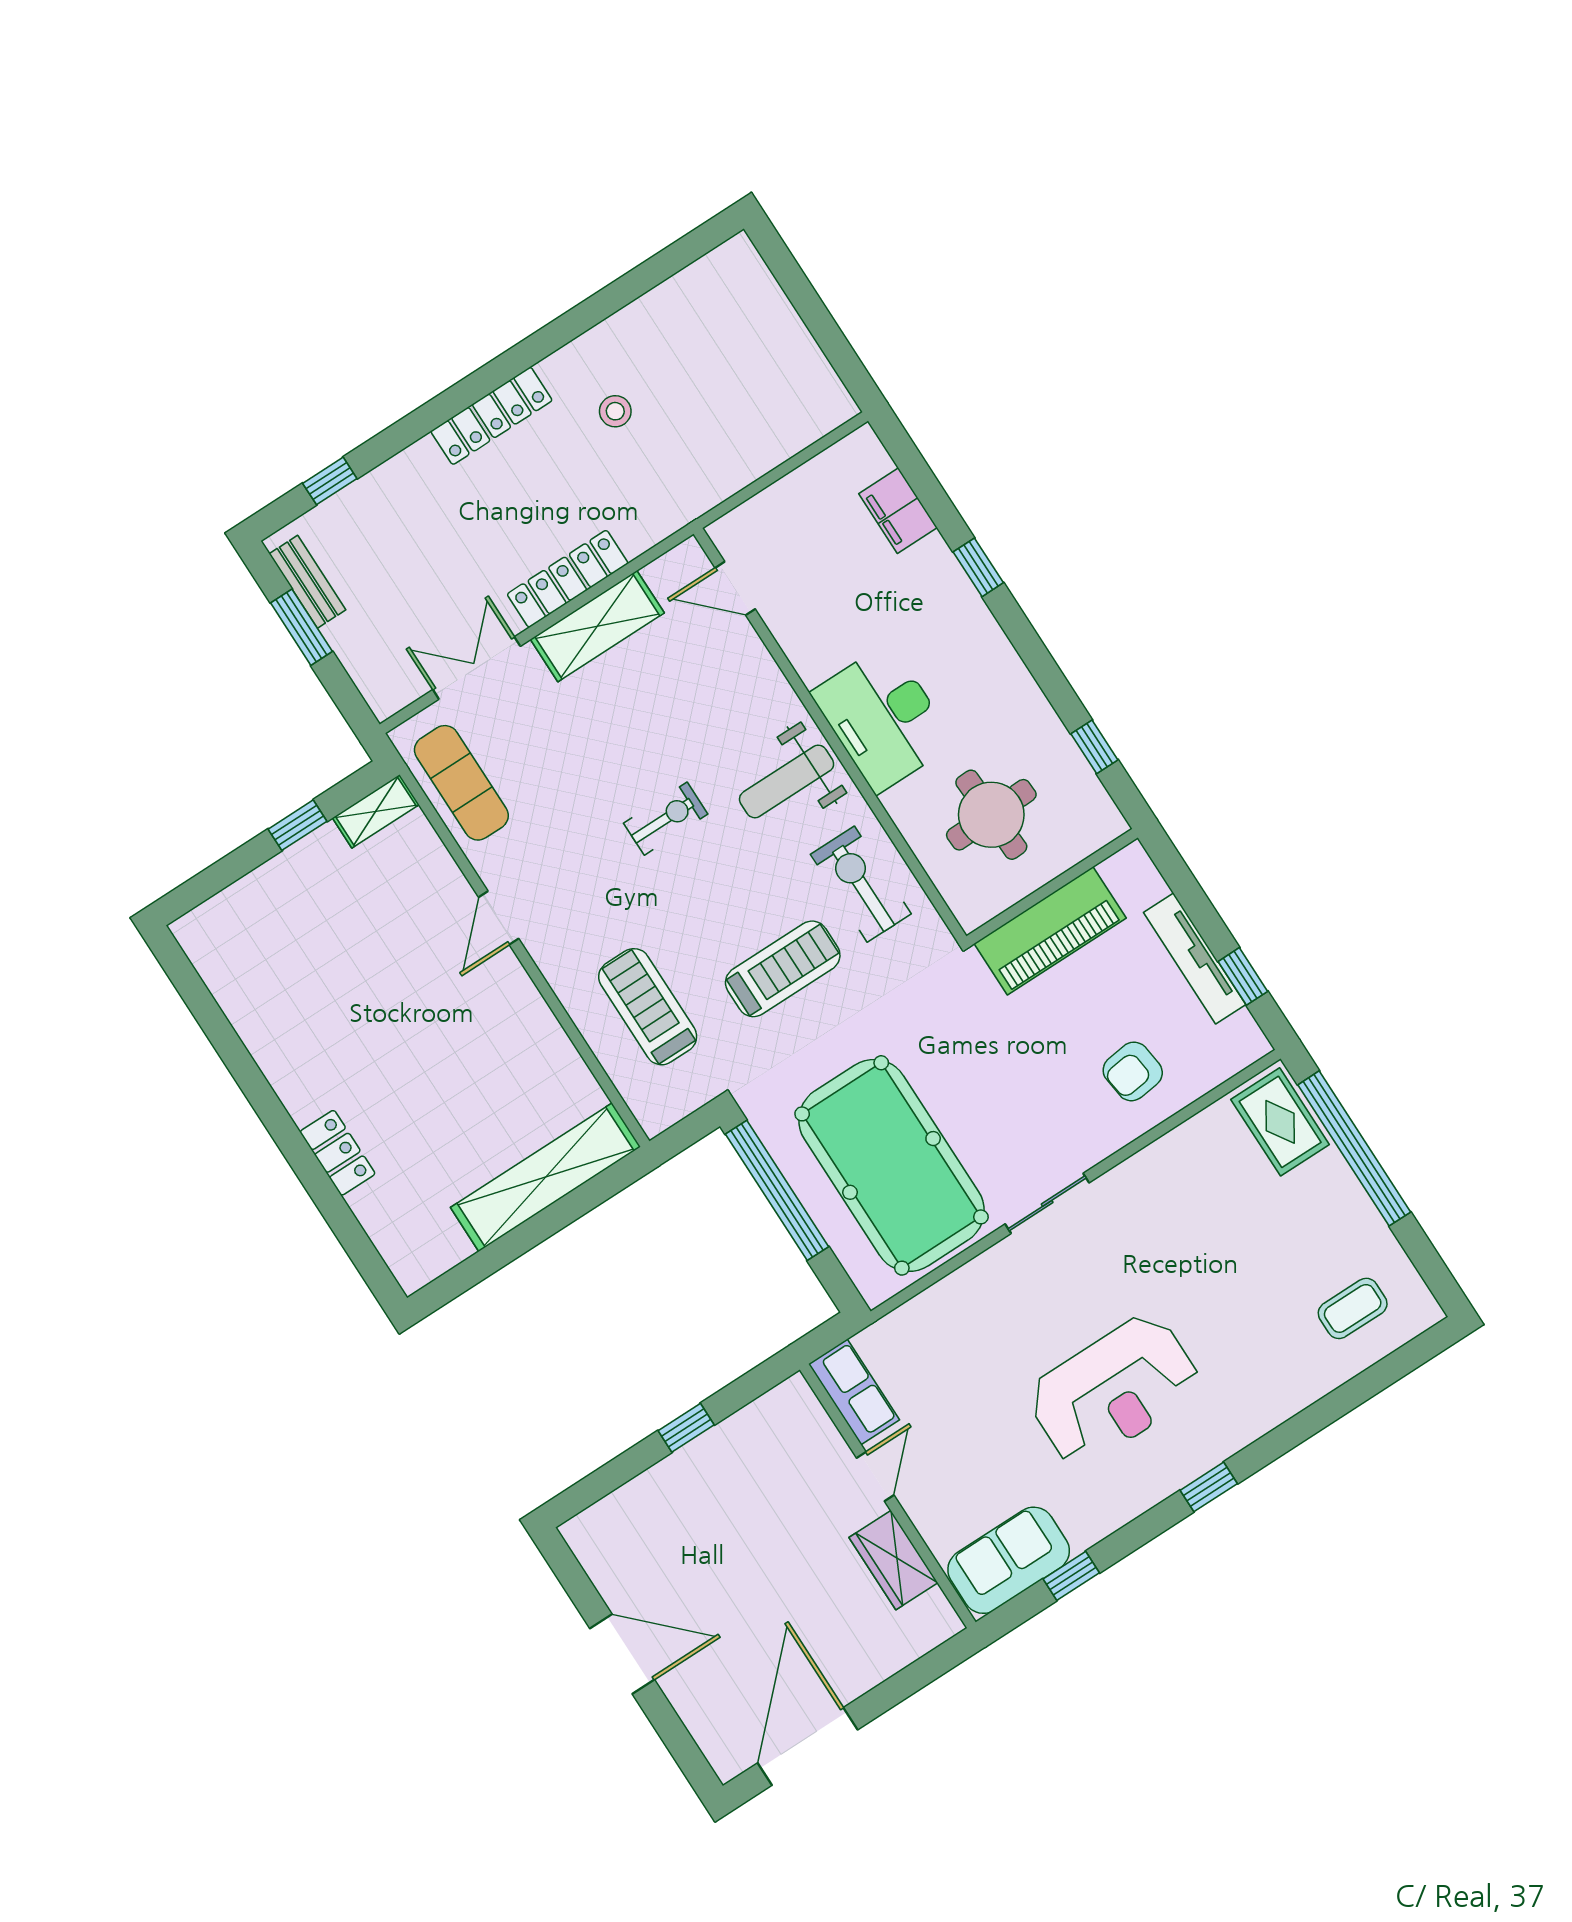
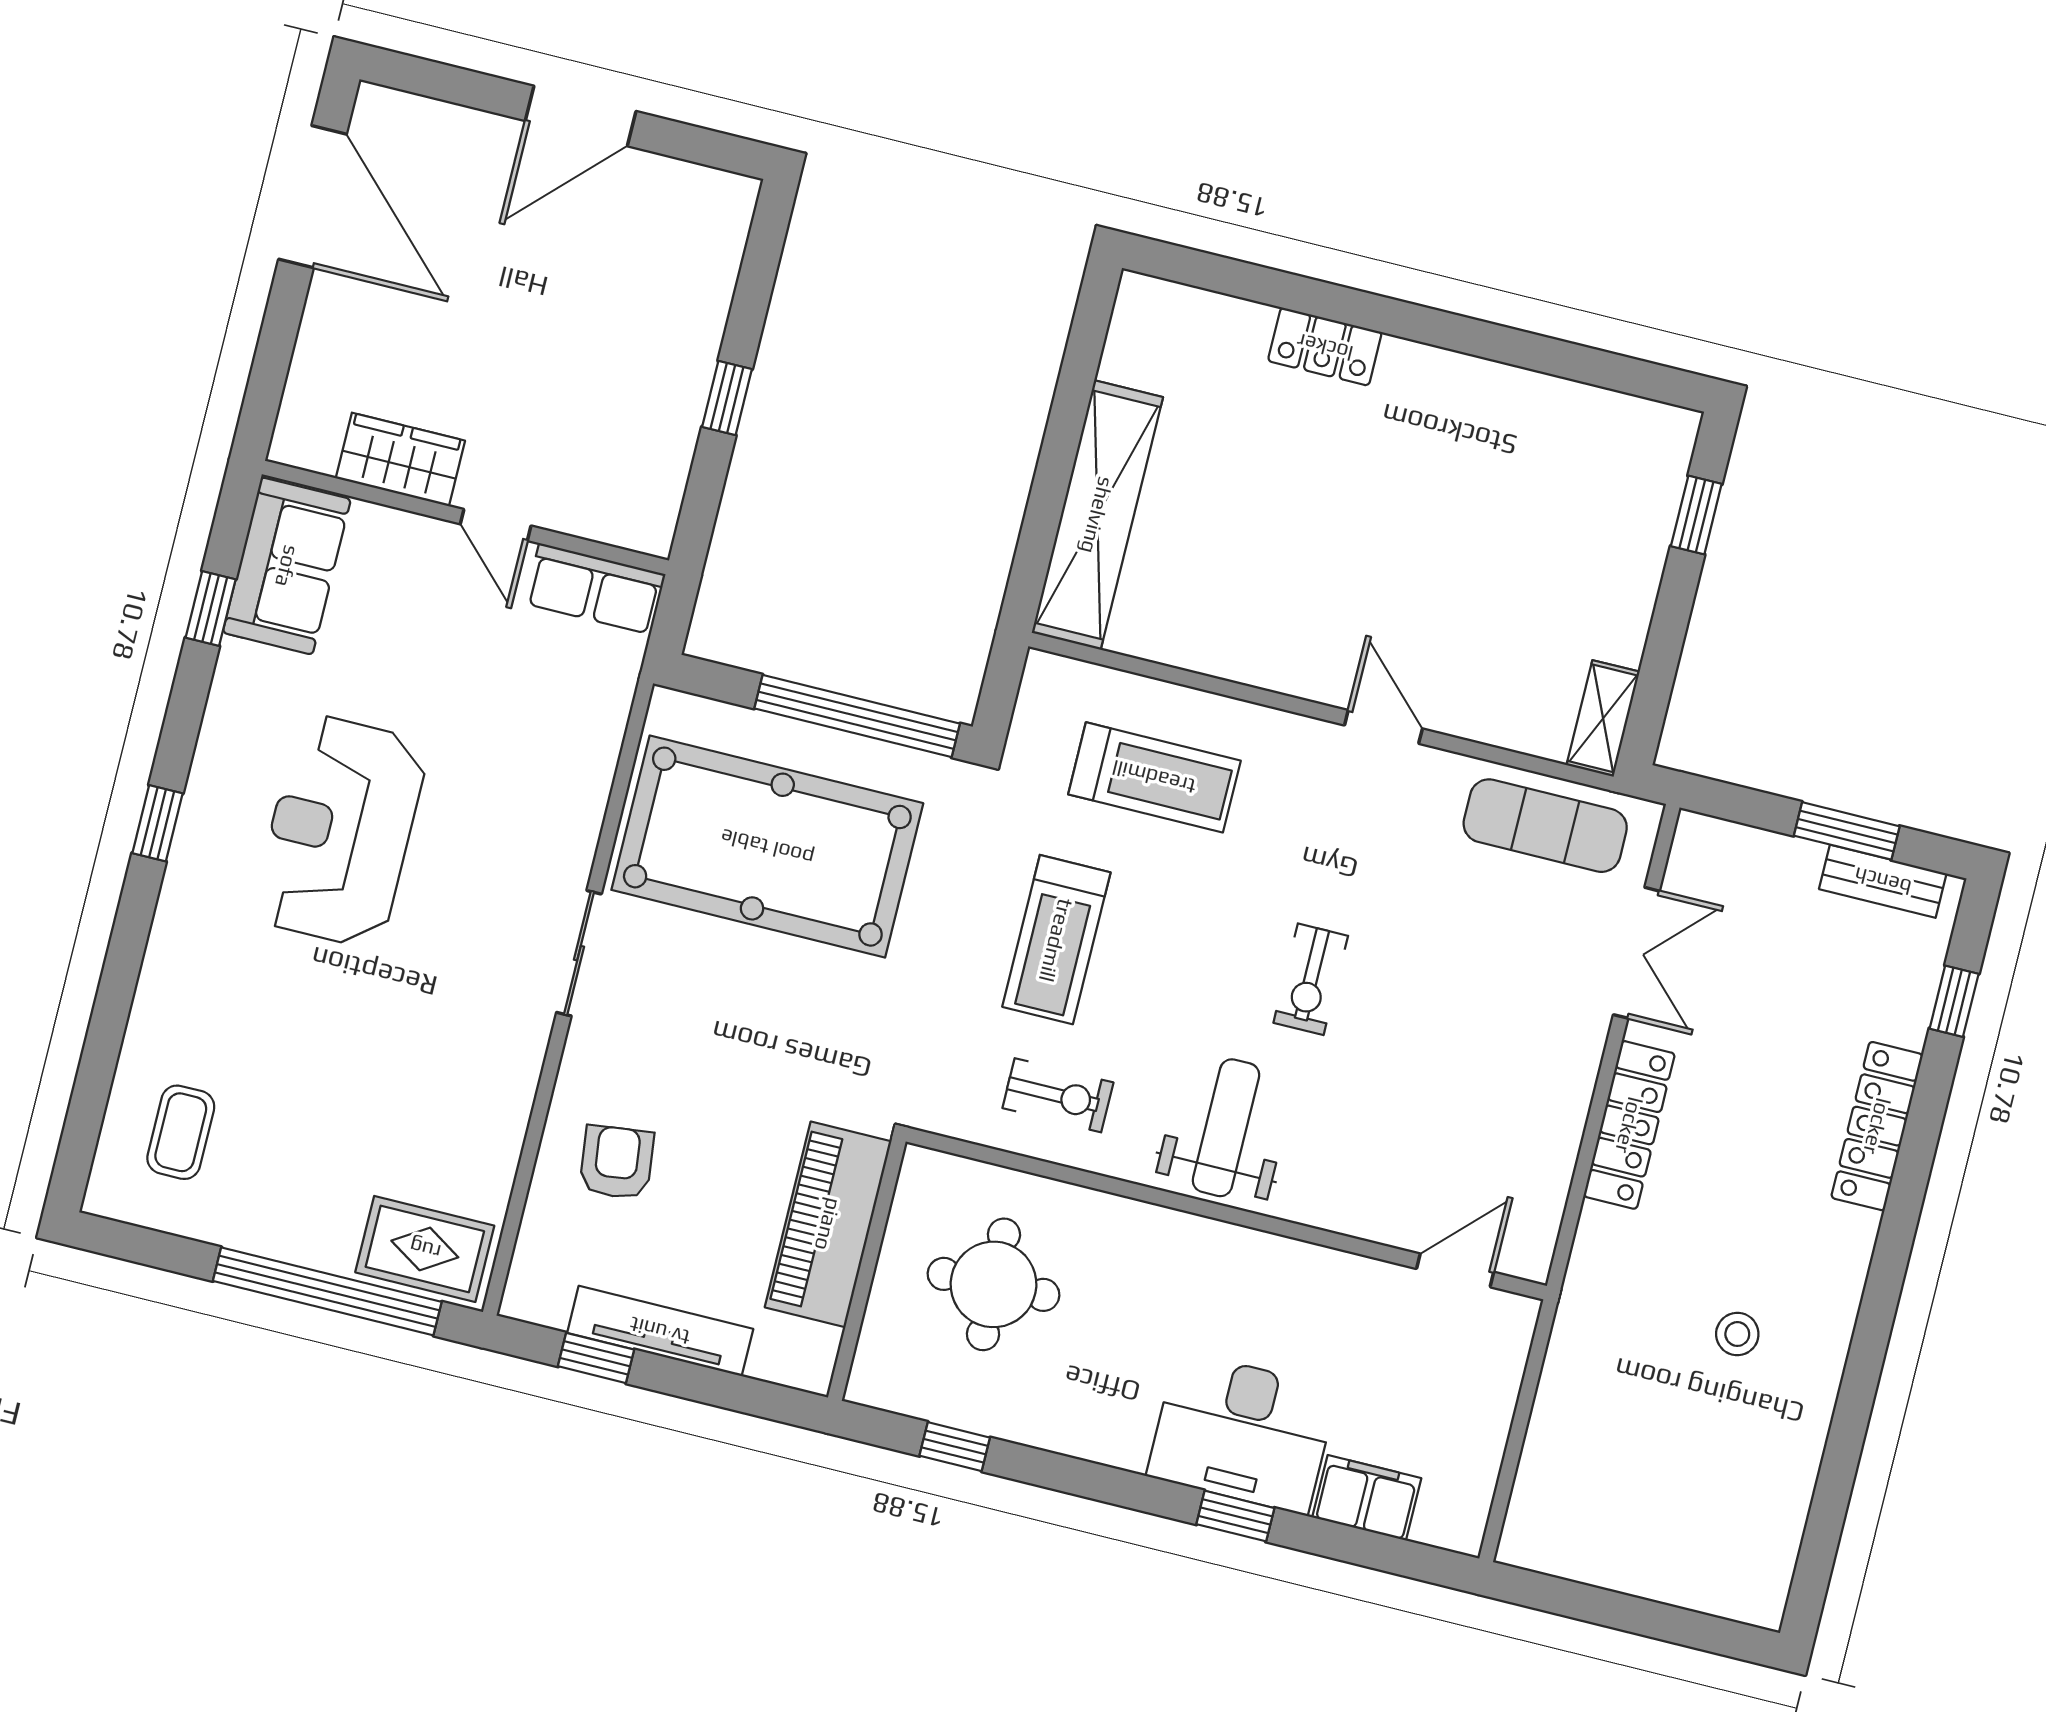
locker: (491, 416) -> (1877, 1126), moved
shelving: (597, 626) -> (1556, 1106), removed
desk: (883, 718) -> (1242, 1432), moved, turned 180
window: (298, 825) -> (1696, 515), moved
exercise bike: (861, 884) -> (1058, 1095), width x0.73, depth x0.72

